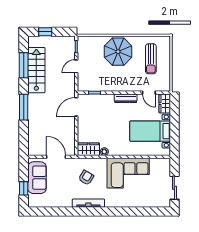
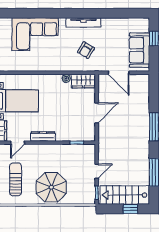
stairs: (36, 70) -> (125, 195), moved, turned 90
door: (149, 93) -> (18, 143), swing flipped
door: (76, 107) -> (97, 113), moved
corner sofa: (128, 173) -> (35, 34), moved, turned 180

